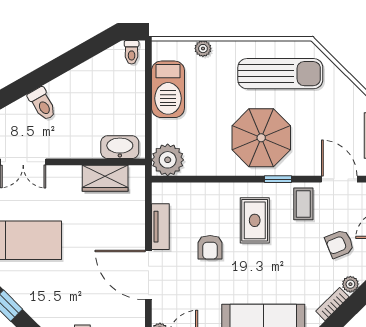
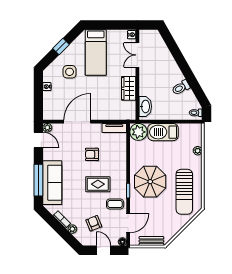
barbecue: (168, 89) -> (163, 132), moved
toilet: (42, 104) -> (181, 88), moved
wardrobe: (105, 178) -> (129, 88), moved
rug: (255, 220) -> (98, 184), moved
tv unit: (160, 227) -> (114, 128), moved
side table: (55, 290) -> (70, 72), added

